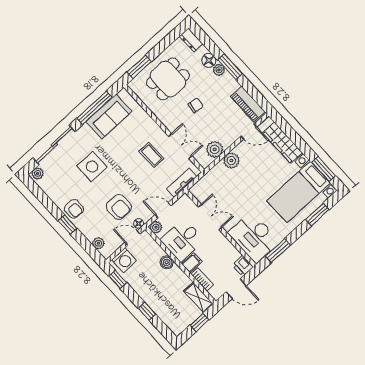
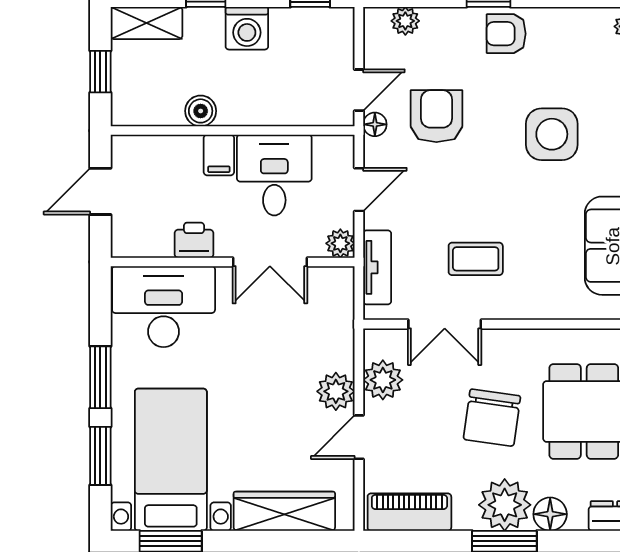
plant: (219, 70) -> (505, 505), width x1.88, depth x1.88
chair: (196, 105) -> (492, 418), width x1.87, depth x1.87
door: (249, 132) -> (359, 437), moved
armchair: (119, 207) -> (436, 116), turned 90
plant: (156, 227) -> (340, 243), moved
window: (278, 251) -> (100, 377), moved
washing machine: (124, 260) -> (247, 28), moved, turned -90
boiler: (167, 262) -> (201, 111), moved
printer: (243, 266) -> (194, 240), moved
bookcase: (202, 279) -> (172, 146), removed
shelving: (198, 297) -> (147, 23), moved

